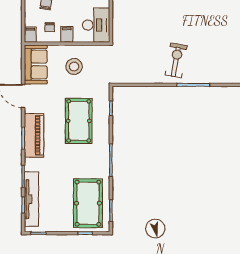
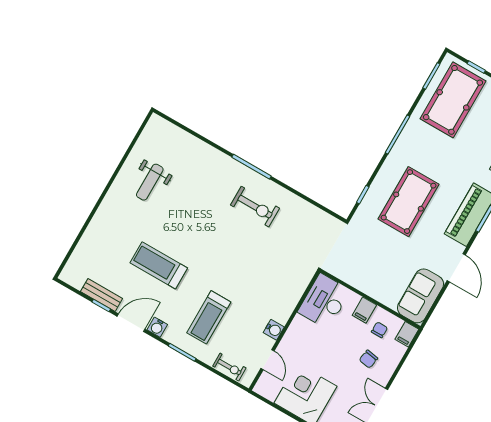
exercise bike: (176, 60) -> (255, 207), turned -100
stool: (74, 66) -> (377, 268), removed

